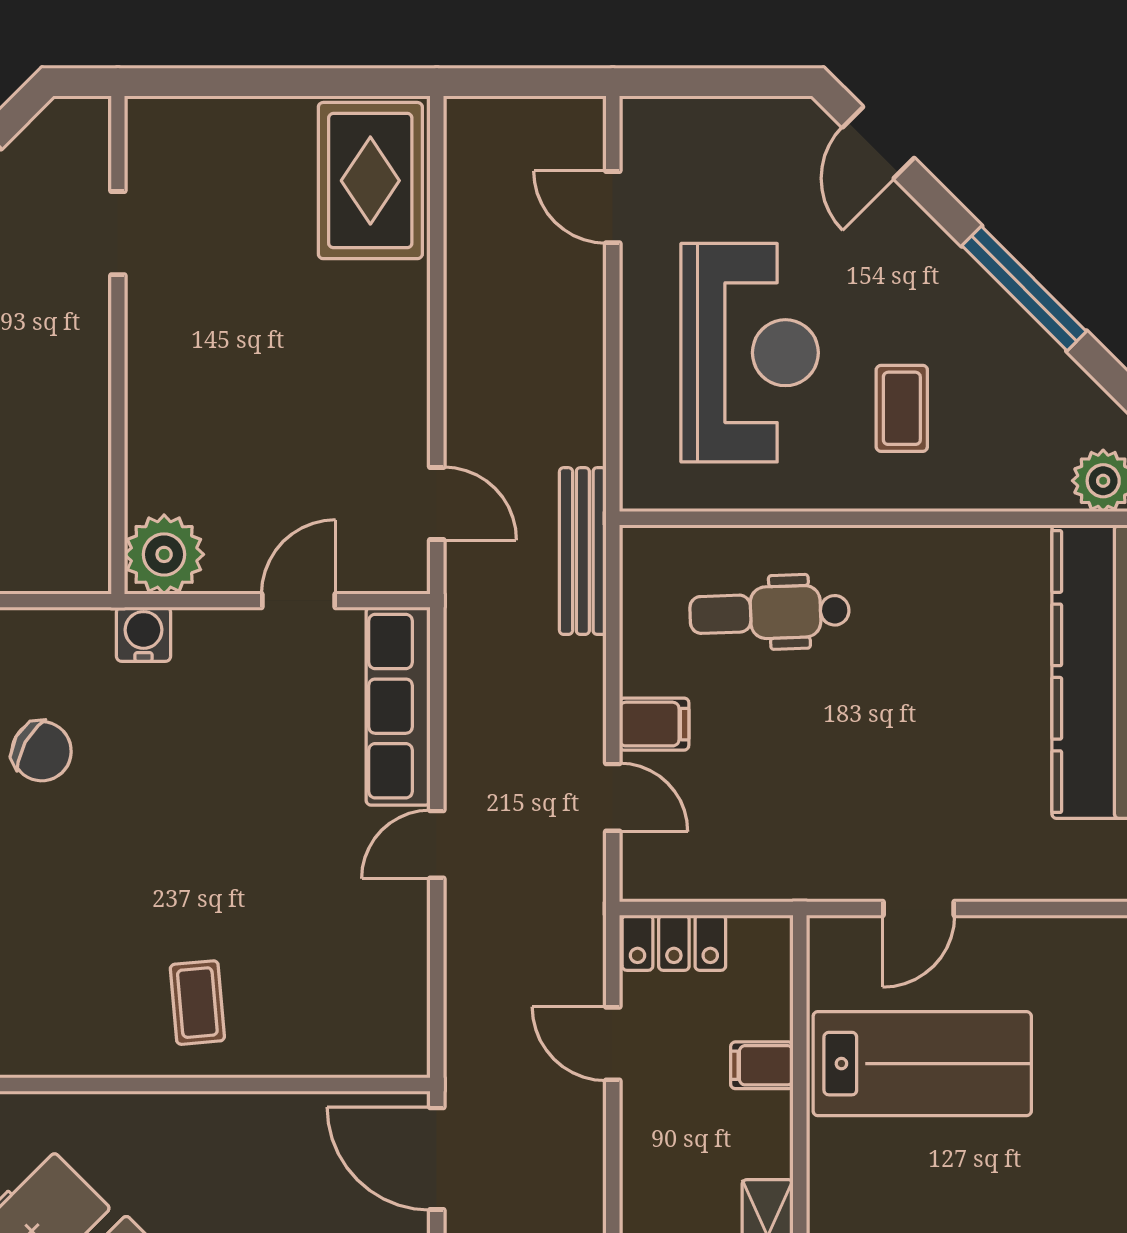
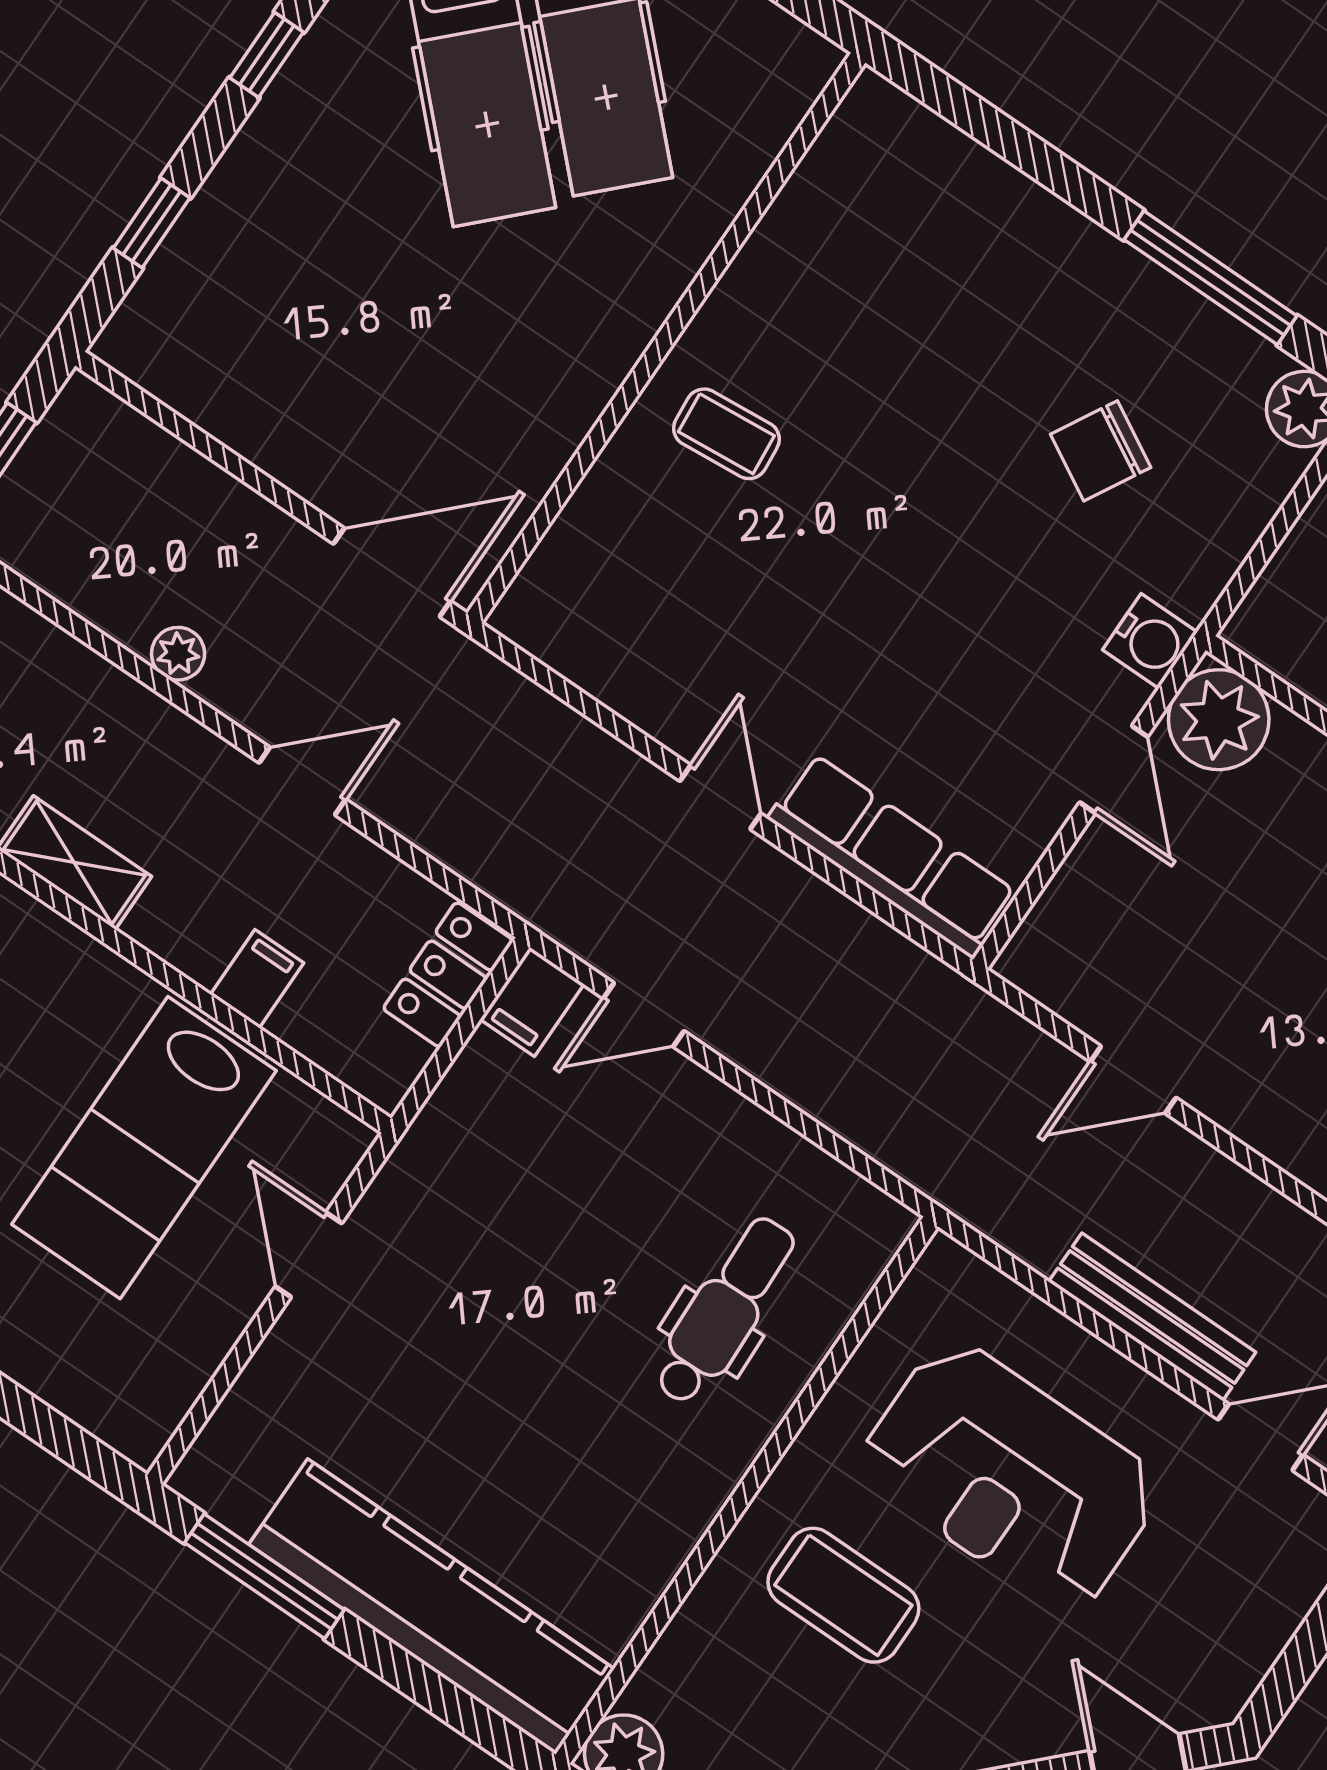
coffee table: (902, 408) -> (843, 1595), width x1.36, depth x1.30
door: (437, 504) -> (1133, 1080), moved
bench: (583, 551) -> (1152, 1317), moved
door: (299, 601) -> (1114, 769), moved
filing cabinet: (654, 724) -> (532, 1002), moved
door: (613, 1044) -> (302, 781), moved

